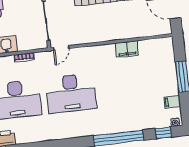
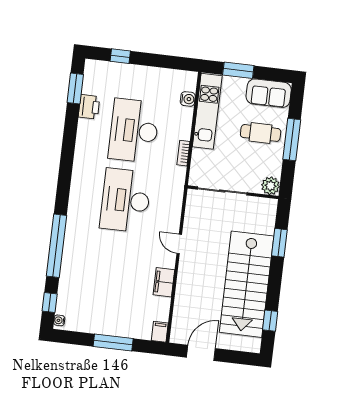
door: (61, 48) -> (179, 244), moved
filing cabinet: (172, 102) -> (160, 332), moved

